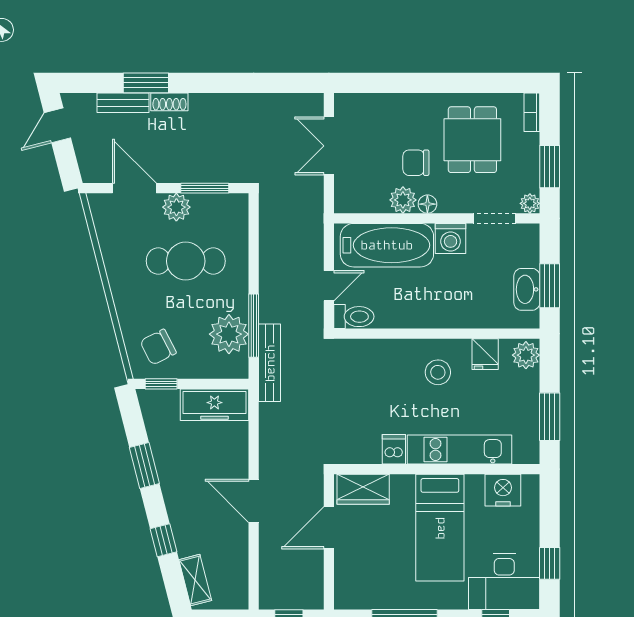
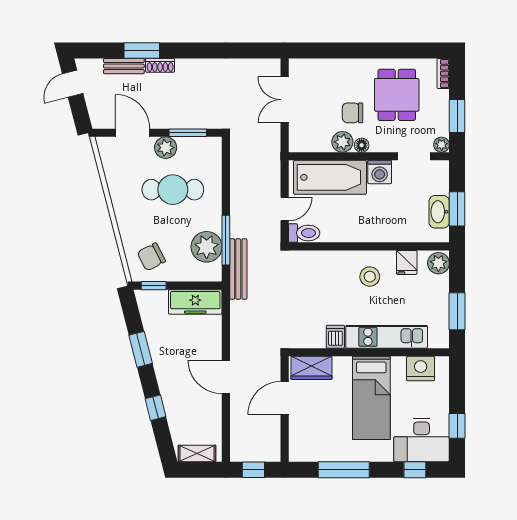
shelving: (195, 580) -> (197, 453), moved, turned -76

